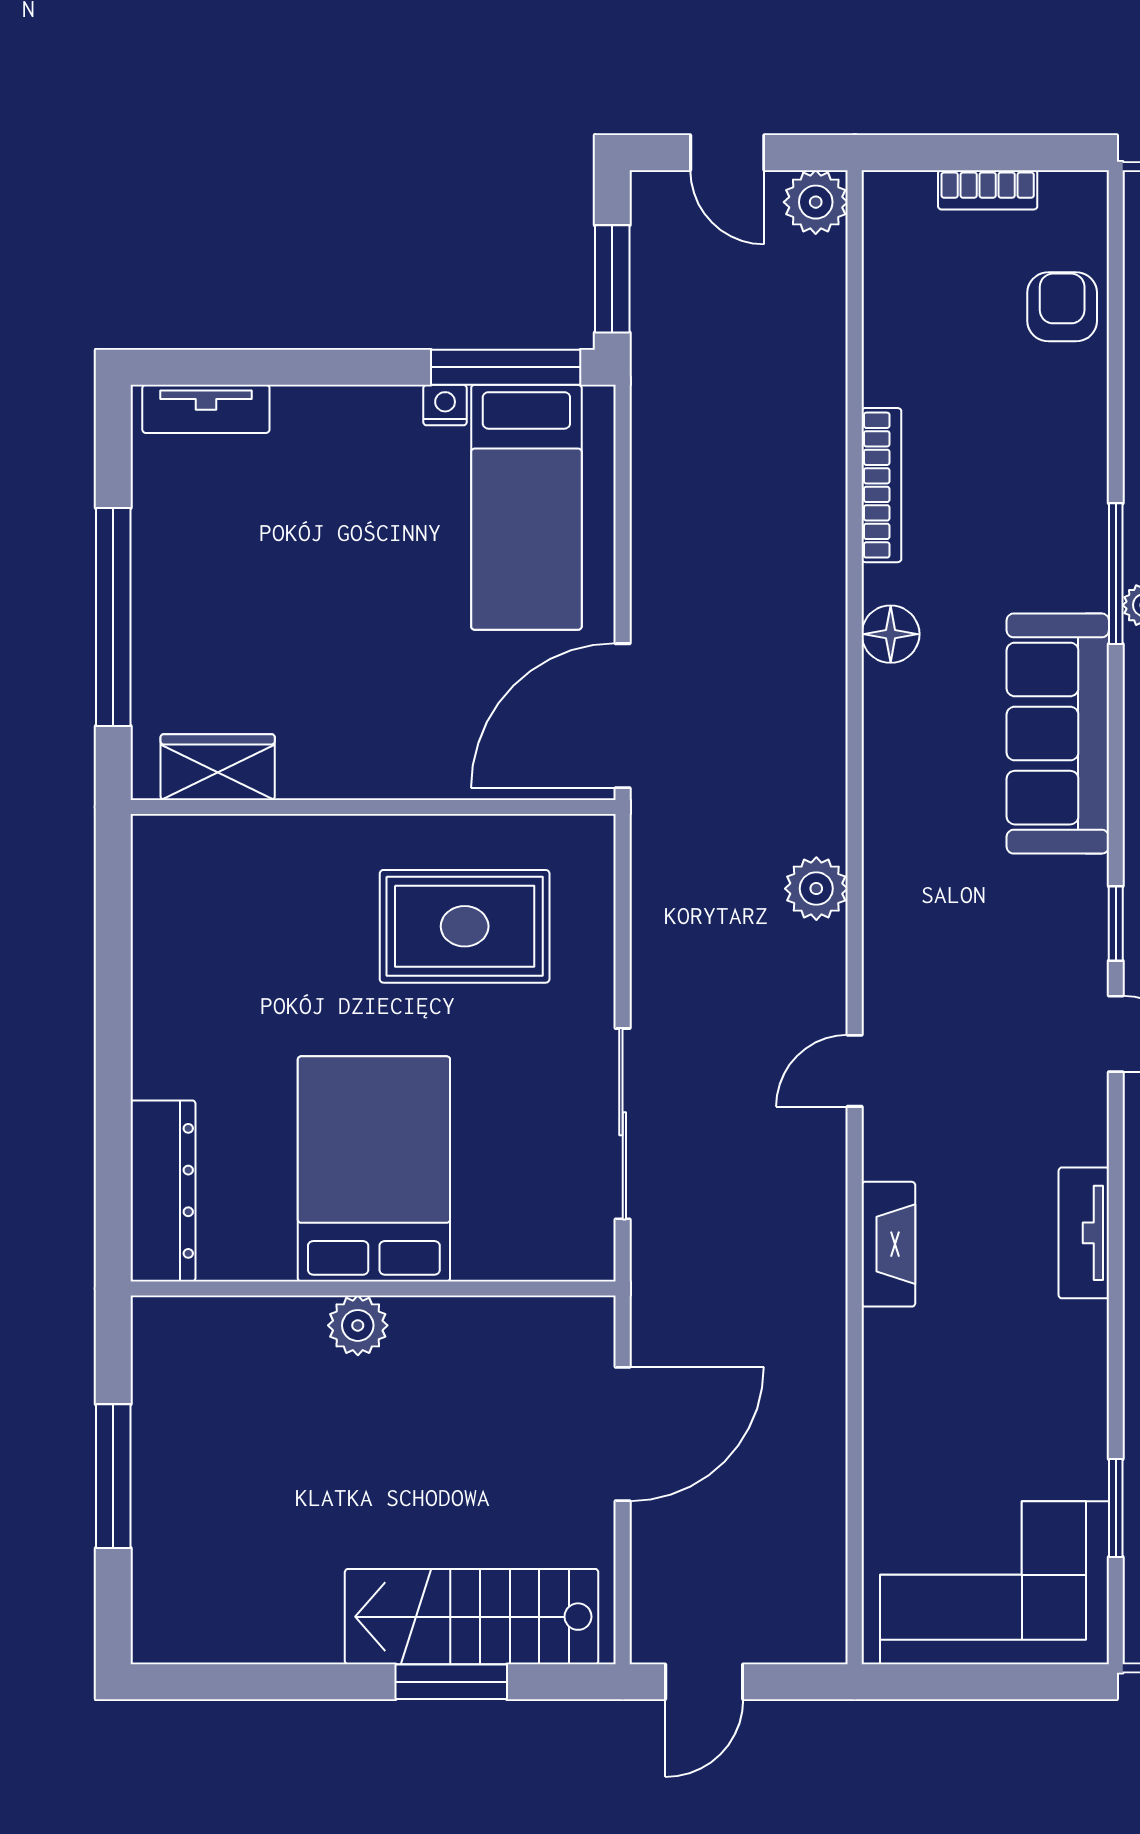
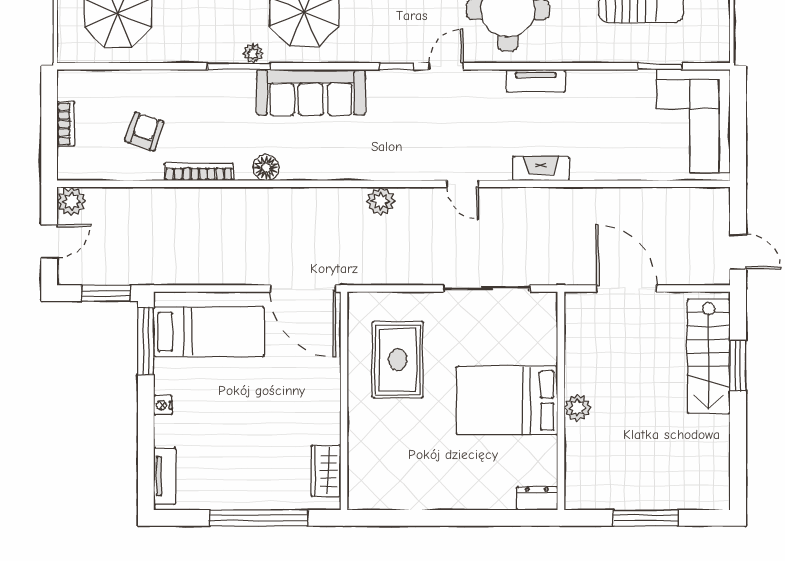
armchair: (1062, 307) -> (144, 131), moved, turned 109
nightstand: (445, 405) -> (163, 405), moved
dresser: (163, 1191) -> (537, 498), width x0.51, depth x0.80

